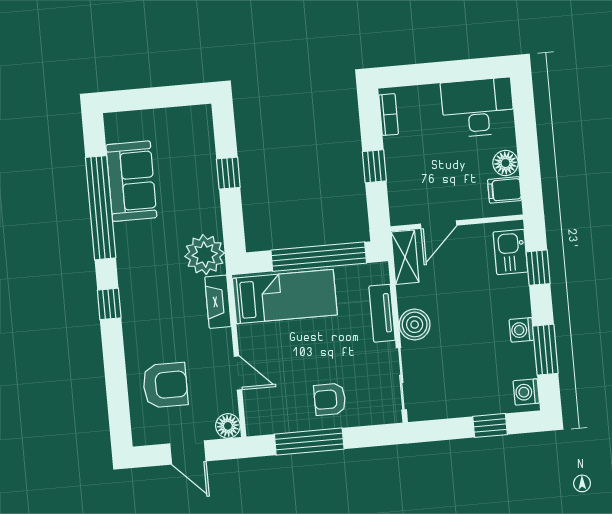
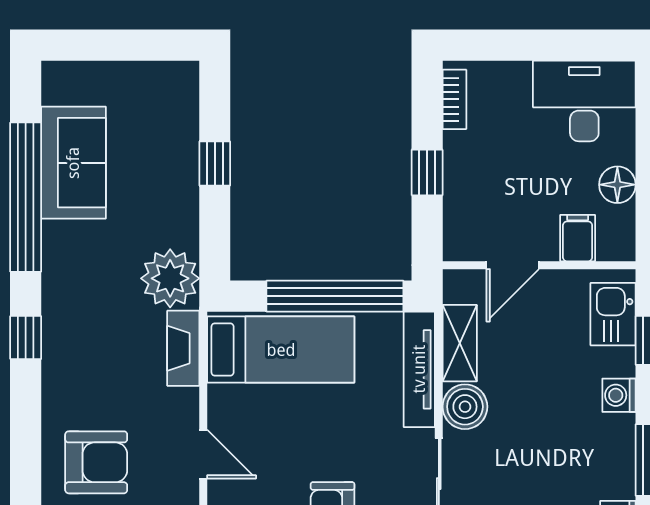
filing cabinet: (504, 190) -> (578, 238), moved, turned 90
shelving: (405, 257) -> (460, 343), moved
tv unit: (382, 313) -> (419, 369), width x1.41
washing machine: (522, 330) -> (619, 395), moved

